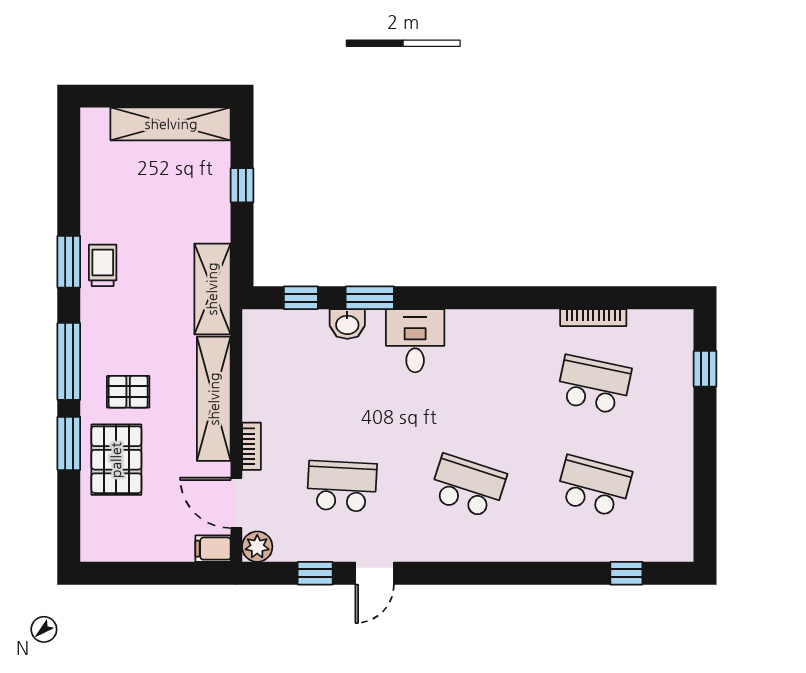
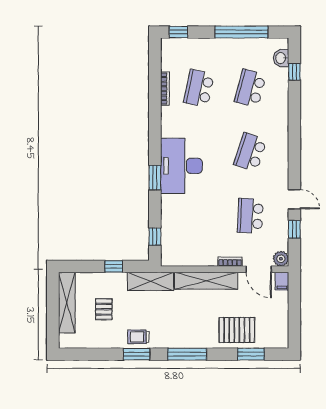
window: (242, 185) -> (114, 266), moved
window: (370, 298) -> (155, 178), moved
washbasin: (347, 324) -> (281, 58), moved, turned 180
desk: (415, 341) -> (181, 166), width x1.87, depth x1.30
window: (705, 369) -> (178, 32), moved
pallet: (128, 392) -> (104, 309), moved
window: (69, 443) -> (251, 354), moved
window: (705, 469) -> (241, 32), added
door: (236, 503) -> (259, 269), hinge flipped

